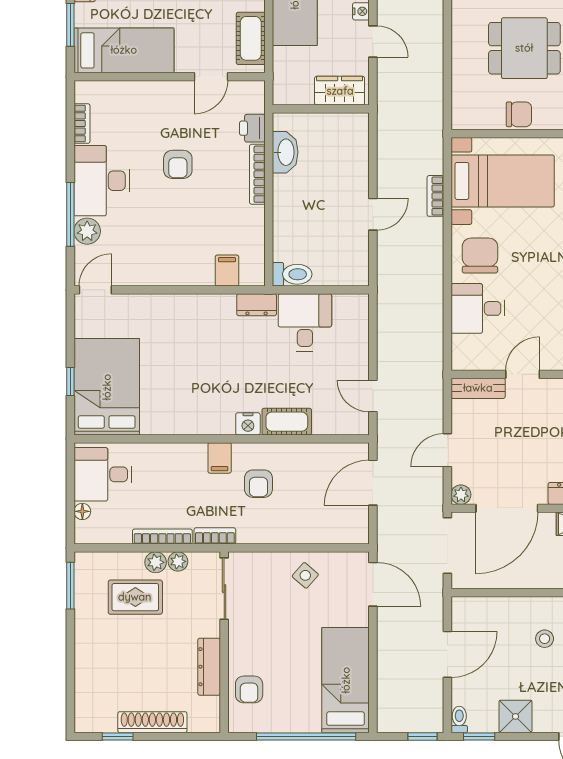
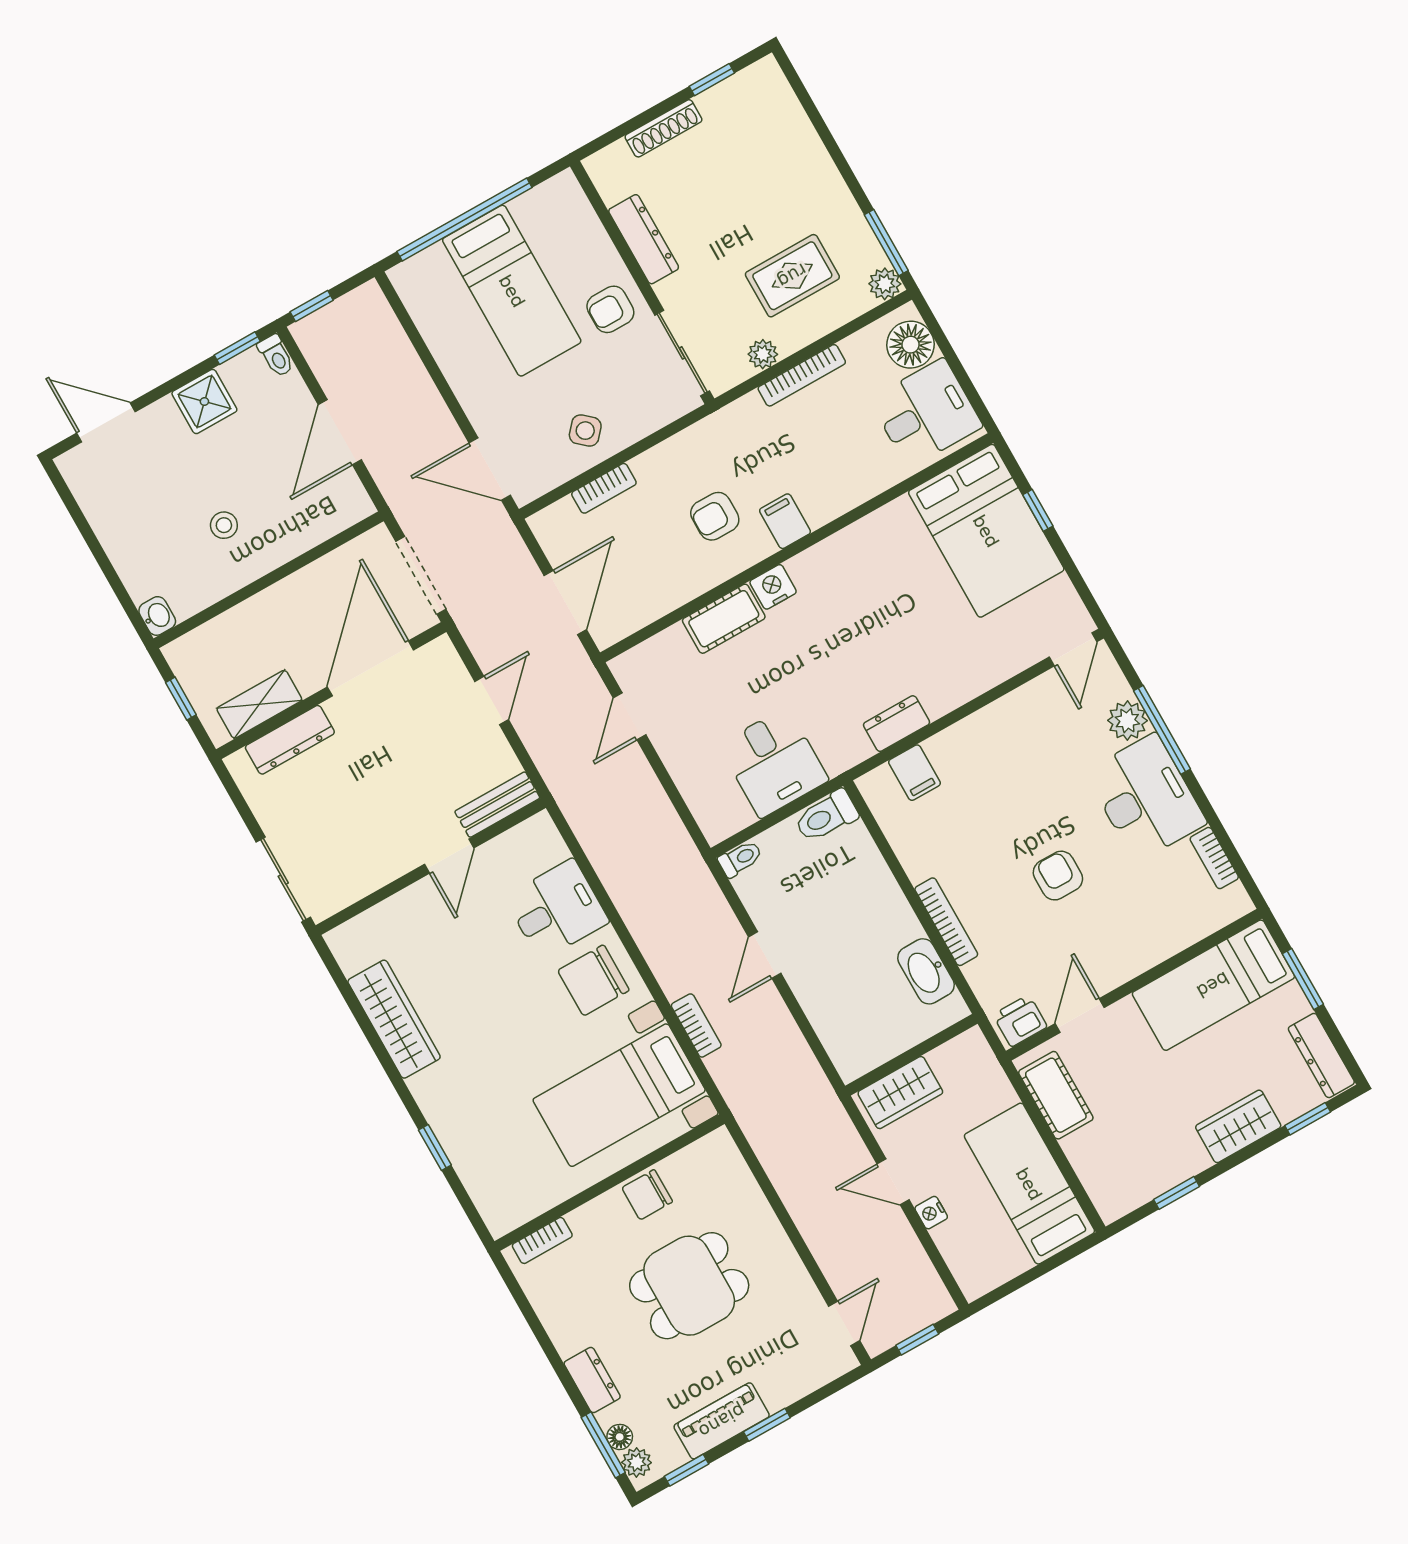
printer: (252, 128) -> (1020, 1021), moved, turned -90
chair: (480, 256) -> (594, 980), turned 90
toilet: (356, 278) -> (740, 859), added
dresser: (257, 305) -> (896, 724), moved
door: (373, 396) -> (630, 716), swing flipped
armchair: (258, 484) -> (715, 516), turned -90
plant: (461, 495) -> (441, 652), removed
floor lamp: (82, 511) -> (910, 345), width x1.89, depth x1.89
bookcase: (215, 536) -> (604, 488), moved
plant: (156, 562) -> (885, 284), moved
bed: (346, 680) -> (512, 291), moved
armchair: (249, 689) -> (610, 309), moved, turned -90
shoe rack: (152, 722) -> (664, 128), width x0.74, depth x0.81

